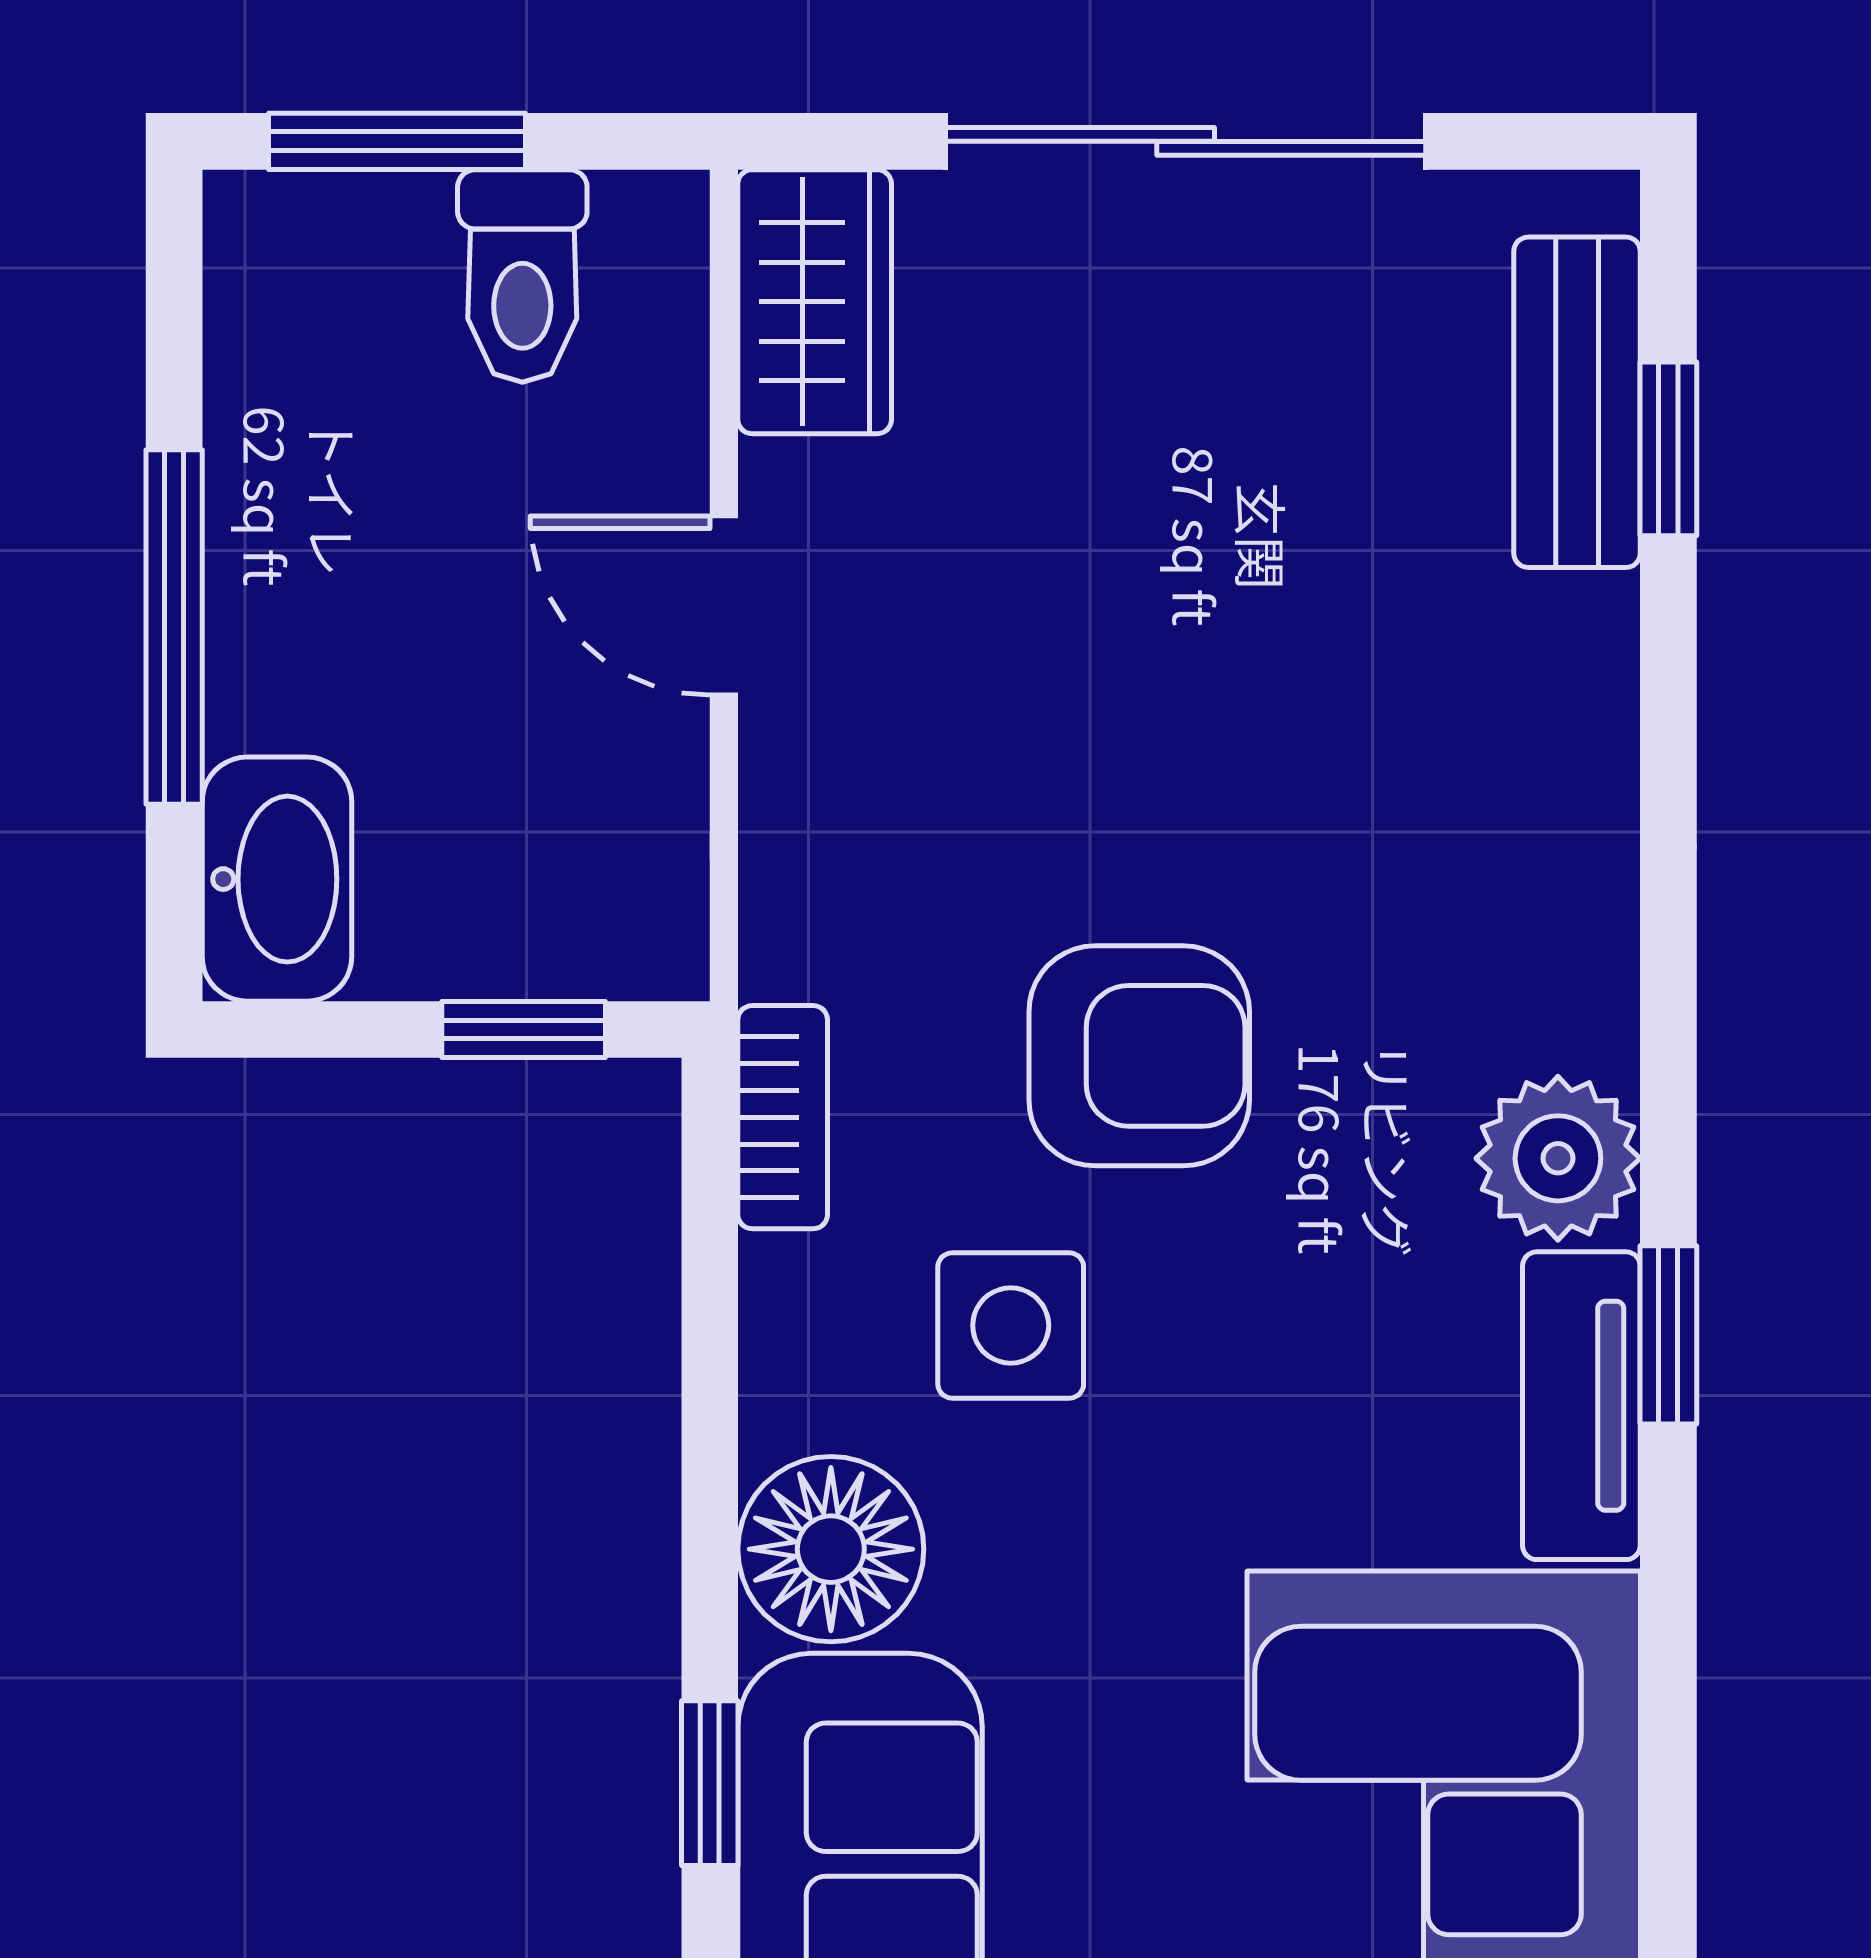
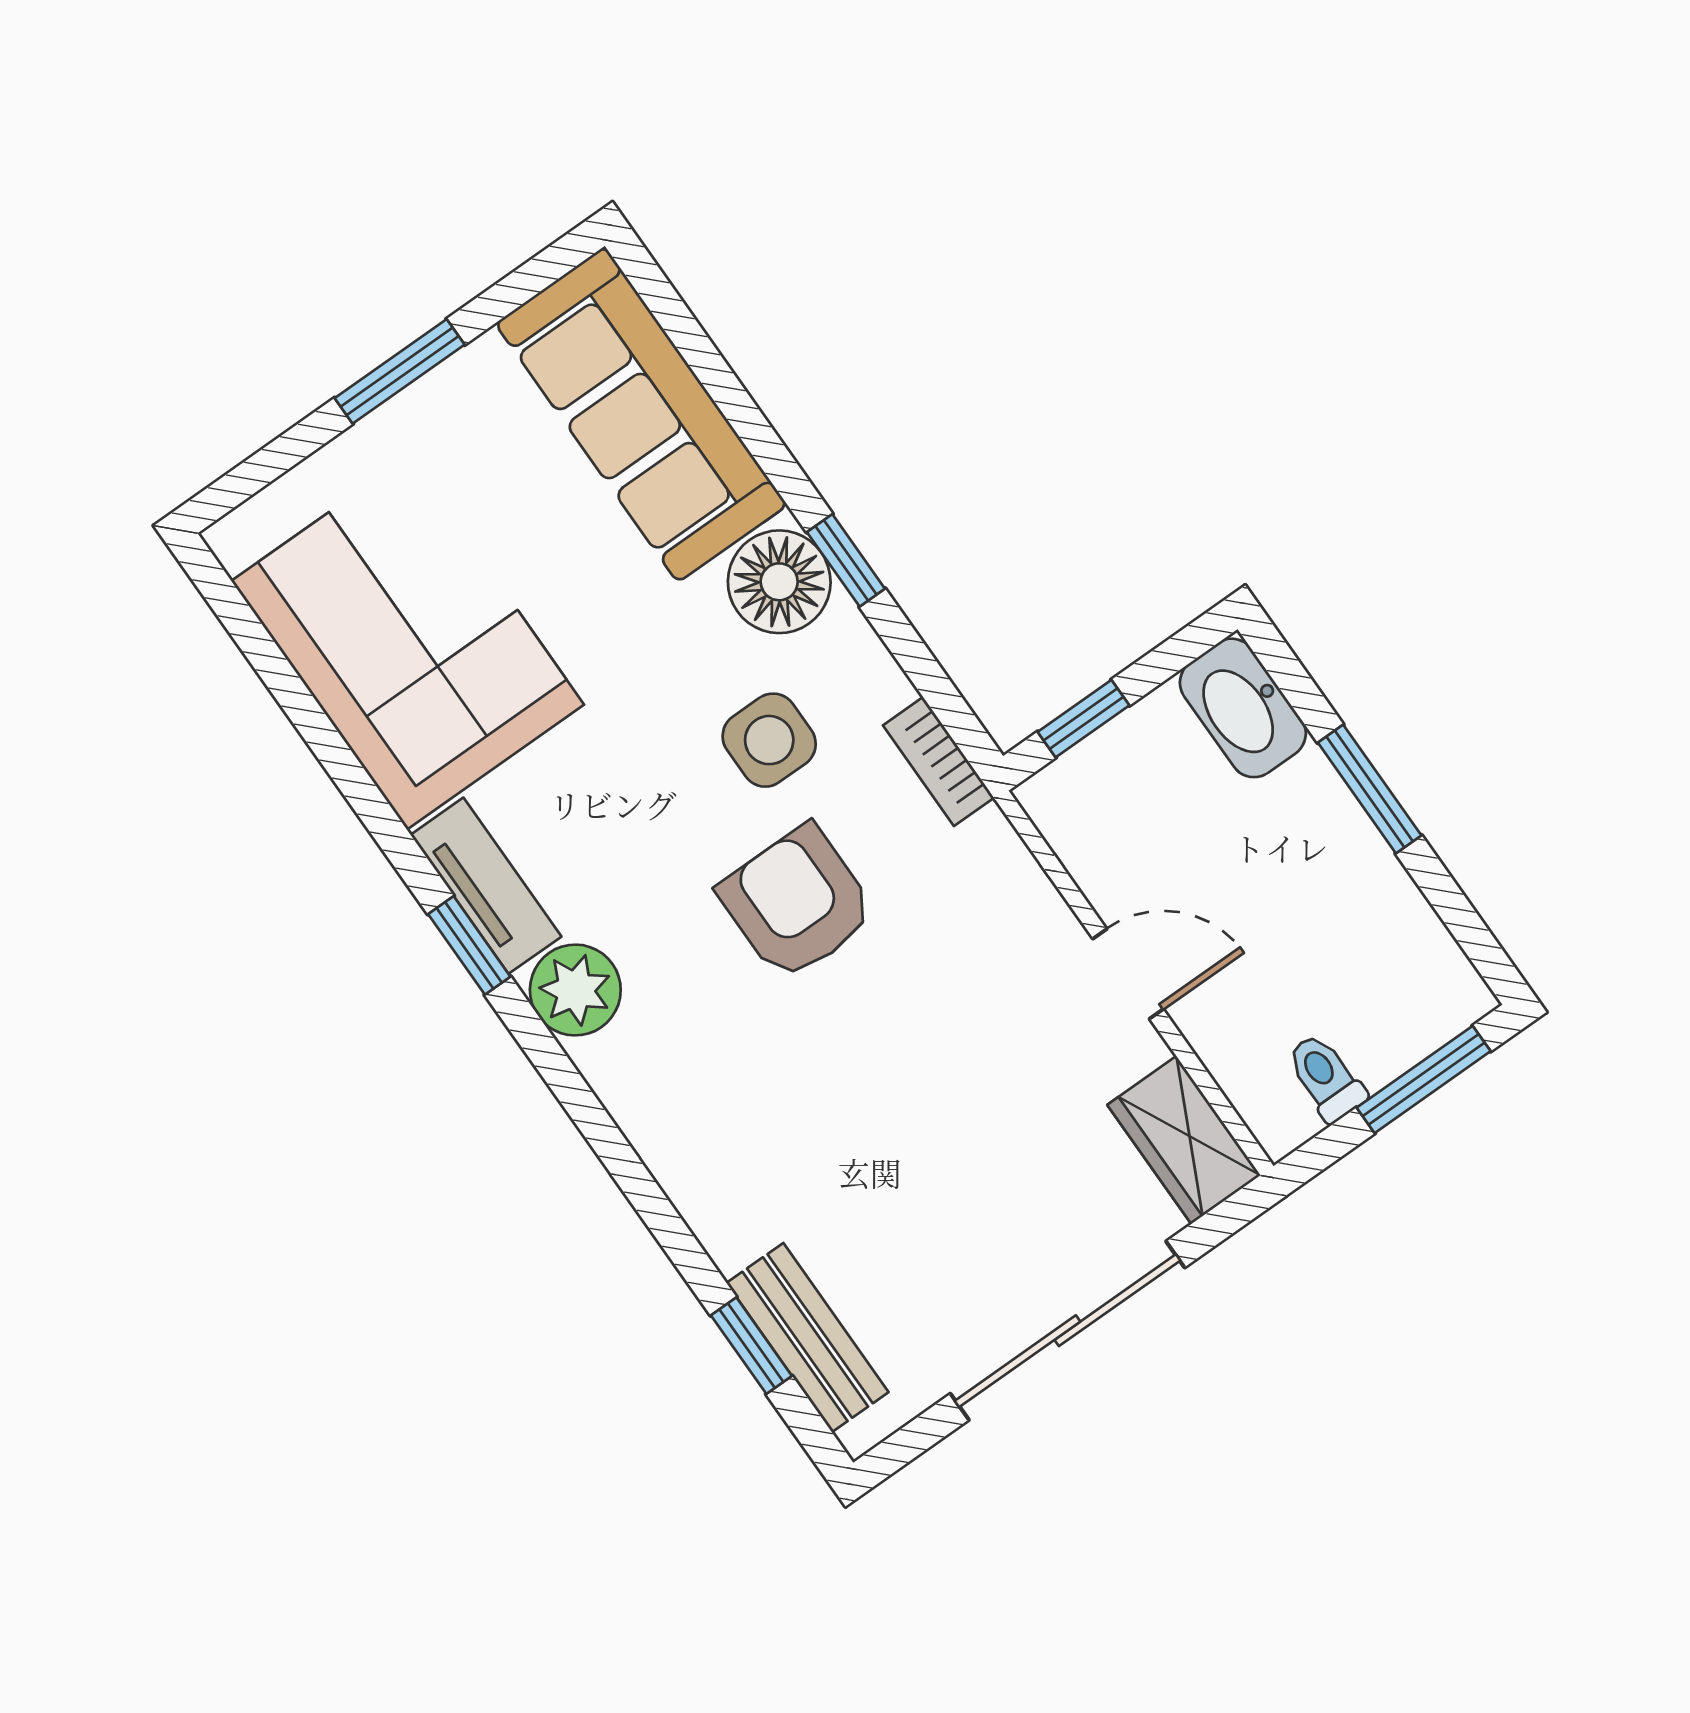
toilet: (522, 276) -> (1326, 1077), width x0.73, depth x0.72
window: (174, 627) -> (1370, 789), width x0.69
armchair: (1139, 1056) -> (797, 903), turned 90
window: (710, 1783) -> (846, 560), moved

